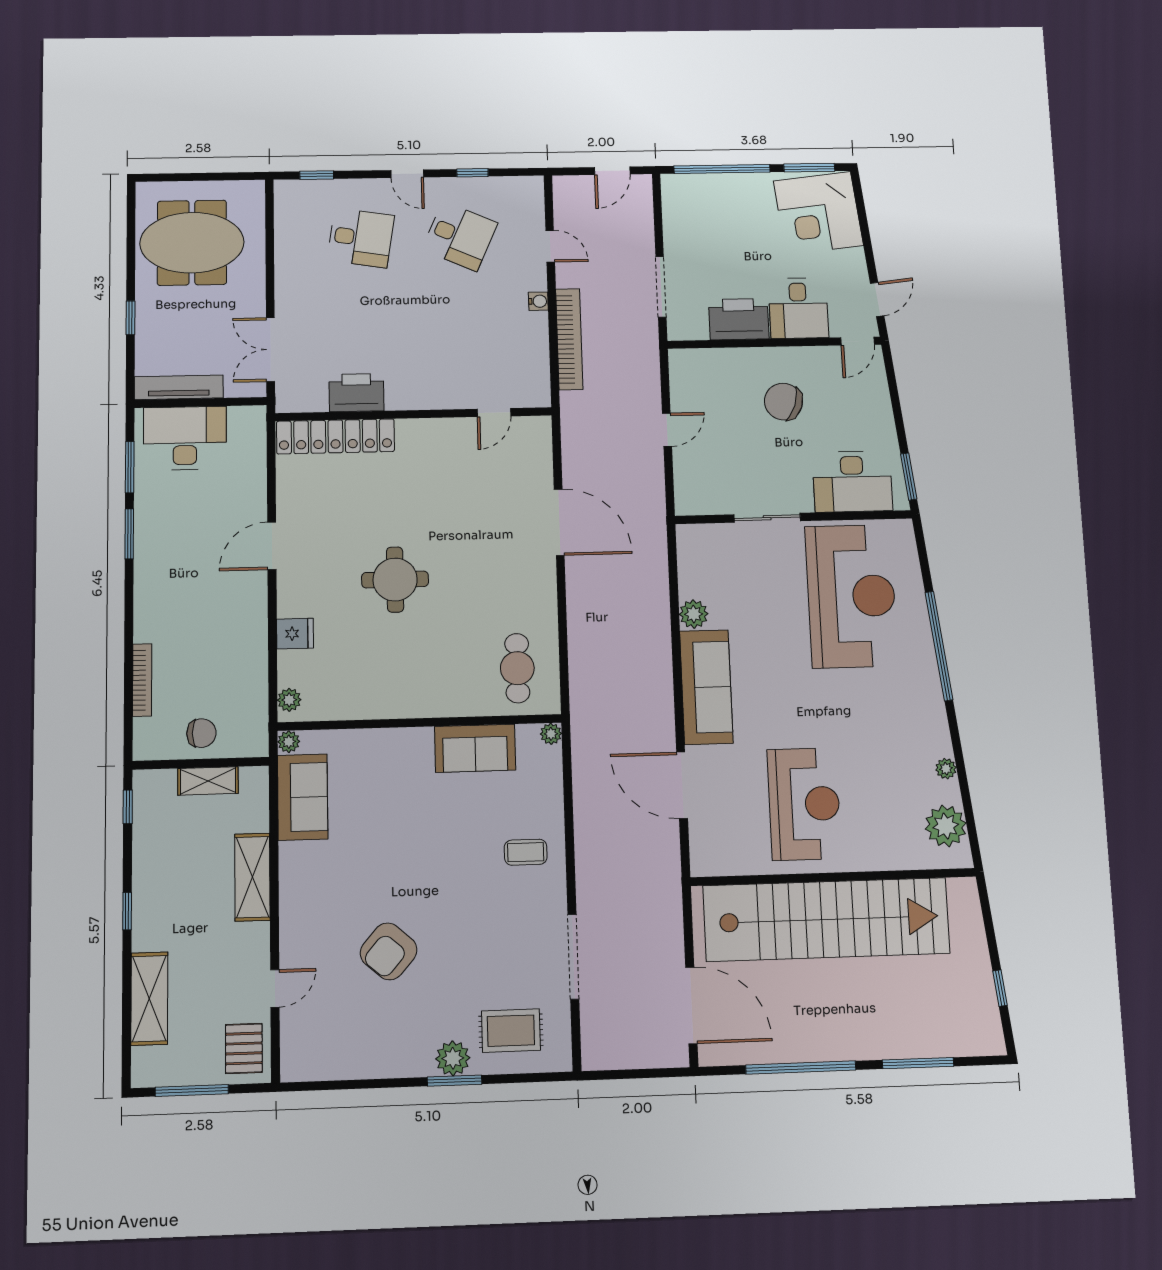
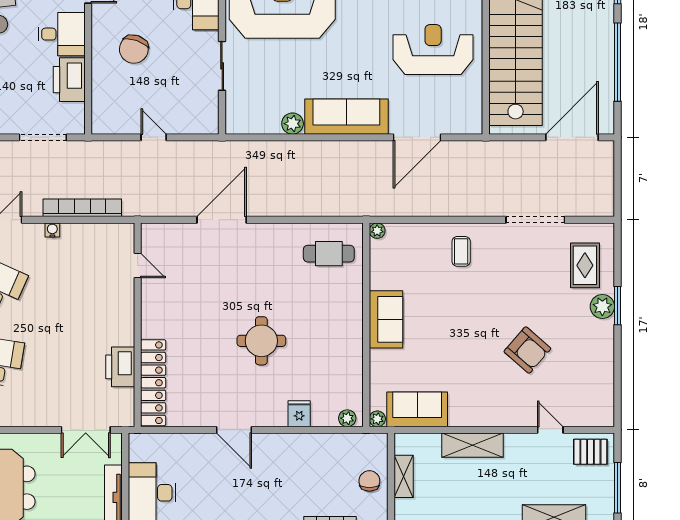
sofa: (475, 748) -> (386, 319), moved

